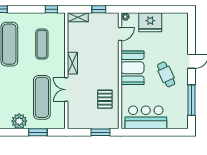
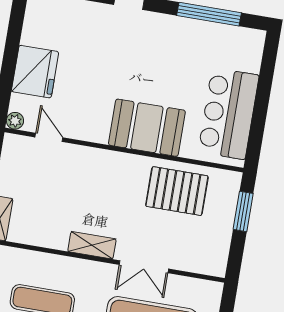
booth: (133, 68) -> (147, 128), moved
cafe table: (166, 74) -> (147, 57), removed
pallet: (105, 99) -> (177, 191), width x1.50, depth x1.42

